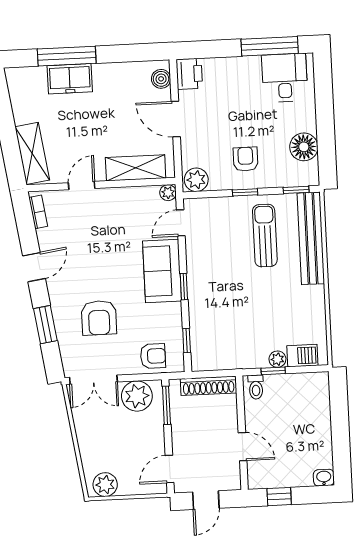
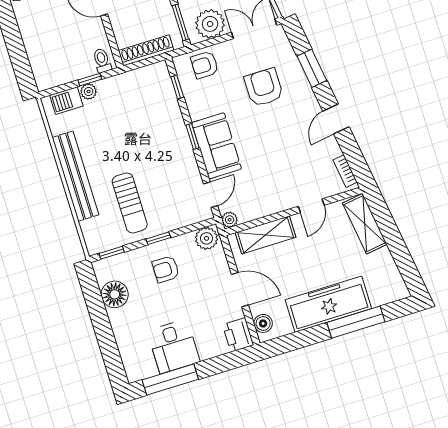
desk: (285, 78) -> (173, 346), moved
freezer: (70, 79) -> (328, 304), width x1.91, depth x1.26
armchair: (246, 159) -> (166, 269), turned 90
bench: (311, 238) -> (75, 176), moved

